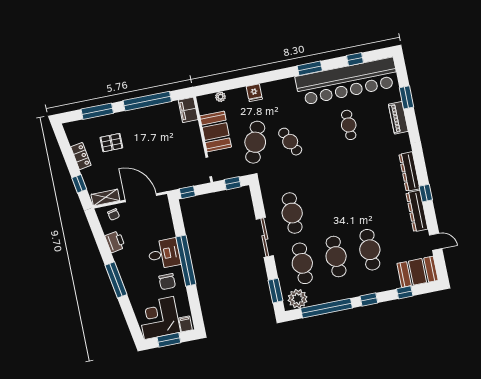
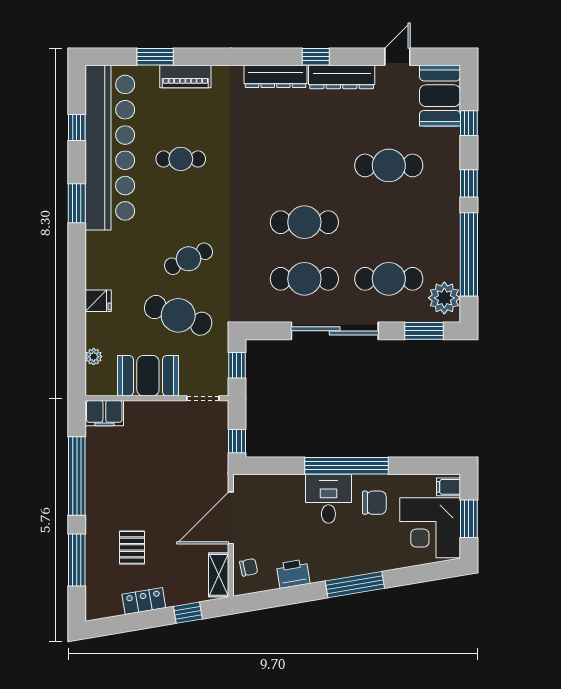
sliding door: (265, 237) -> (335, 331), width x1.36
cafe table: (336, 257) -> (304, 222), moved

